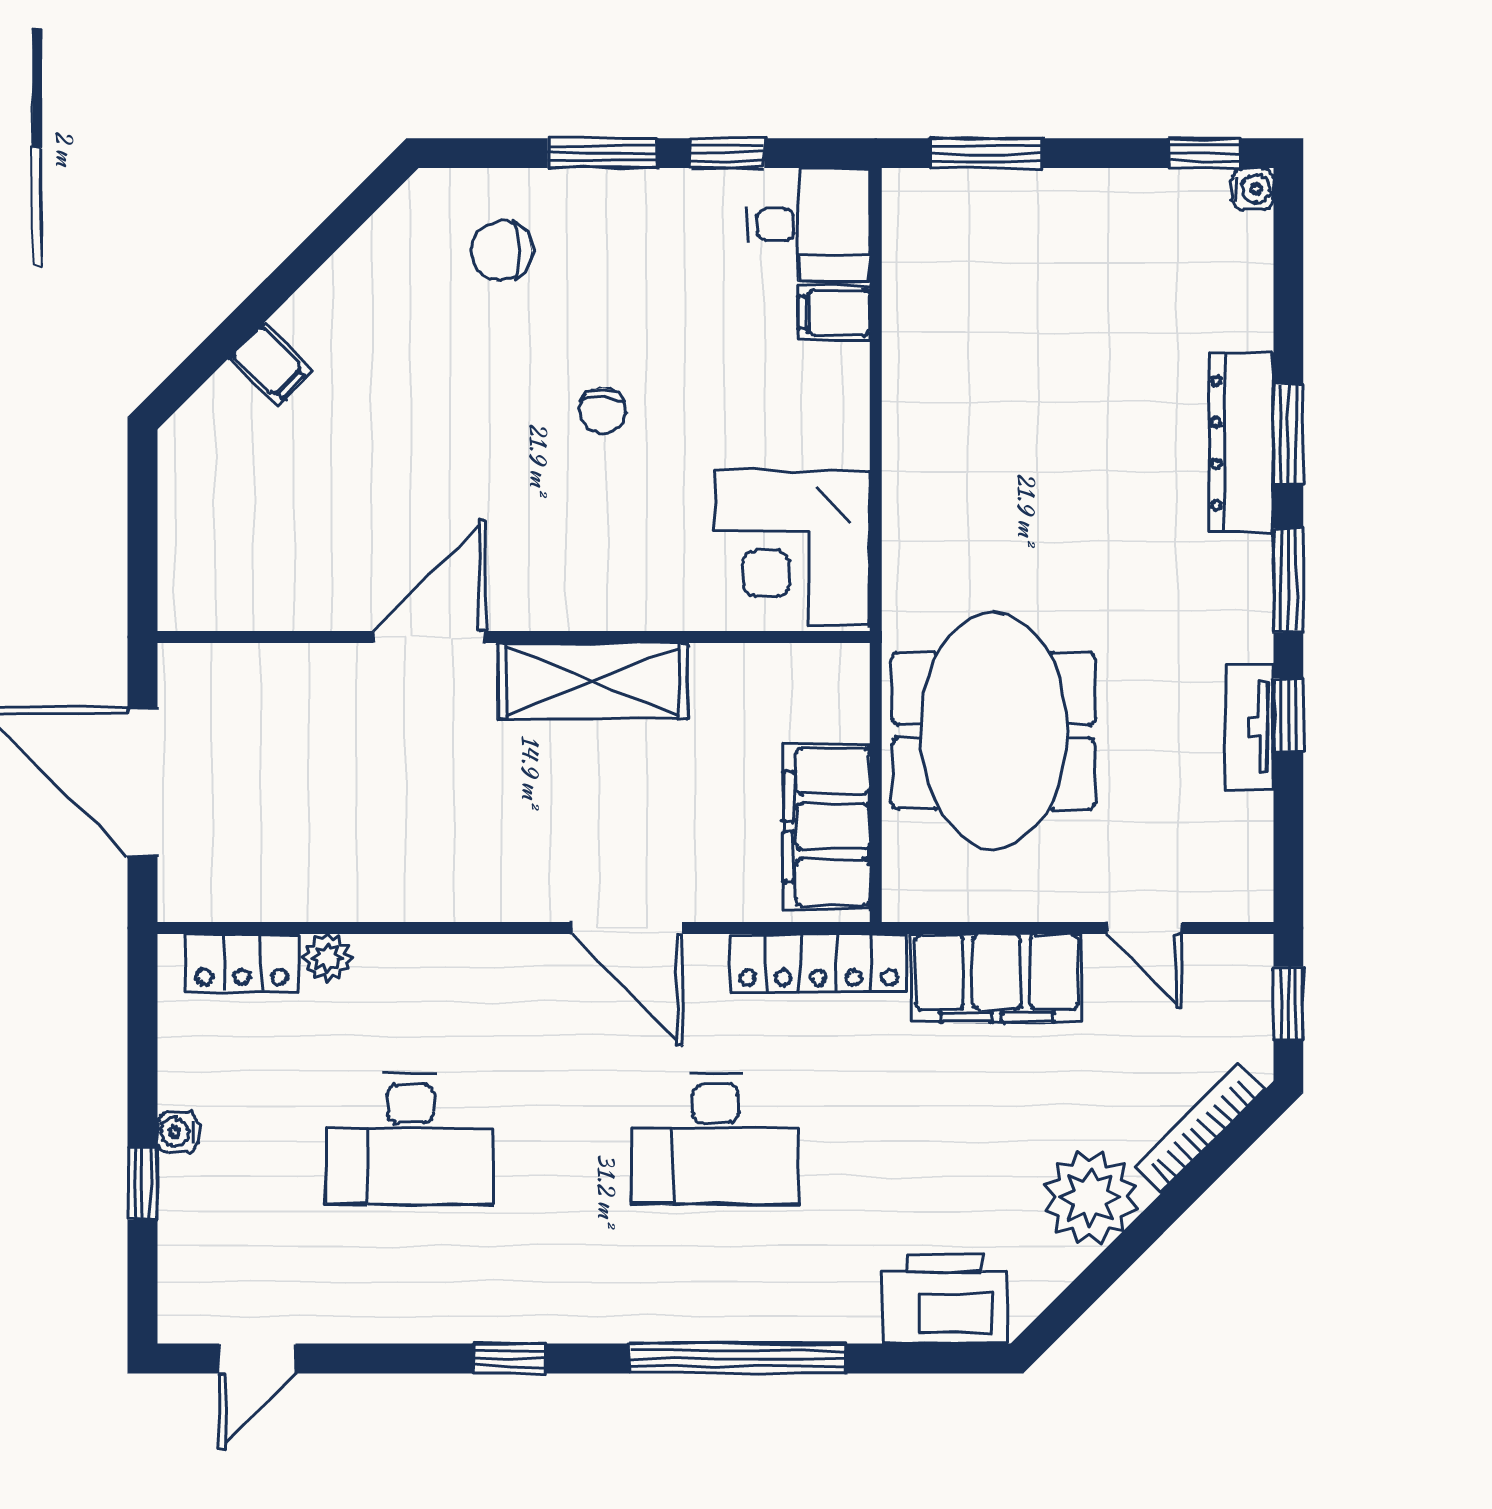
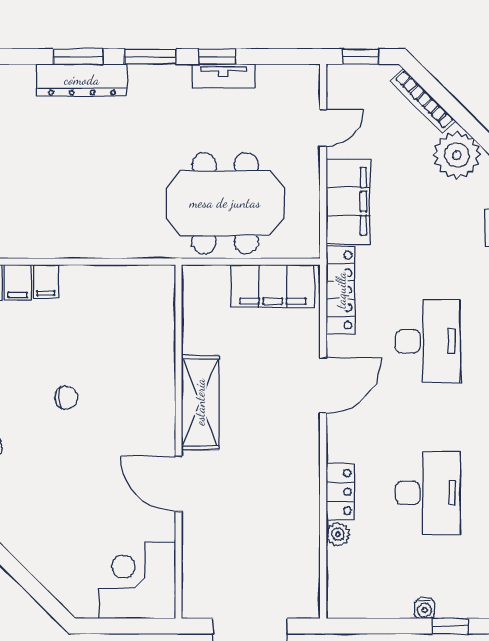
filing cabinet: (270, 364) -> (46, 281), moved, turned 135
corner desk: (793, 547) -> (137, 580), moved, turned 180
locker: (242, 963) -> (340, 492), moved

